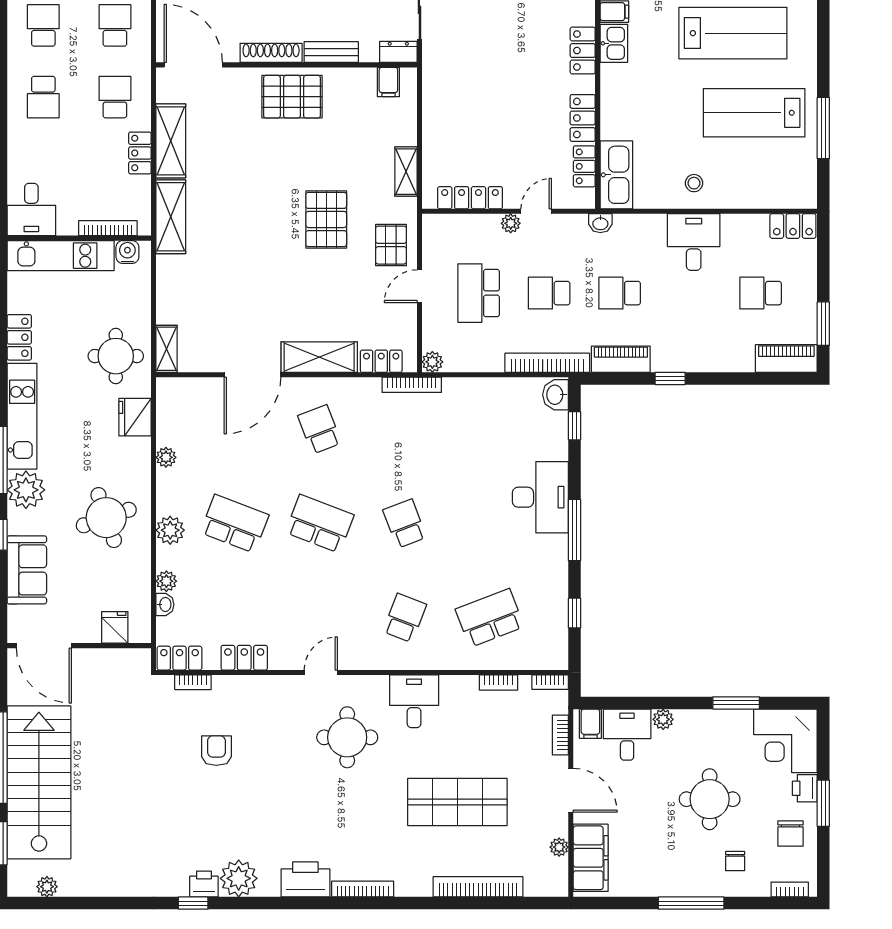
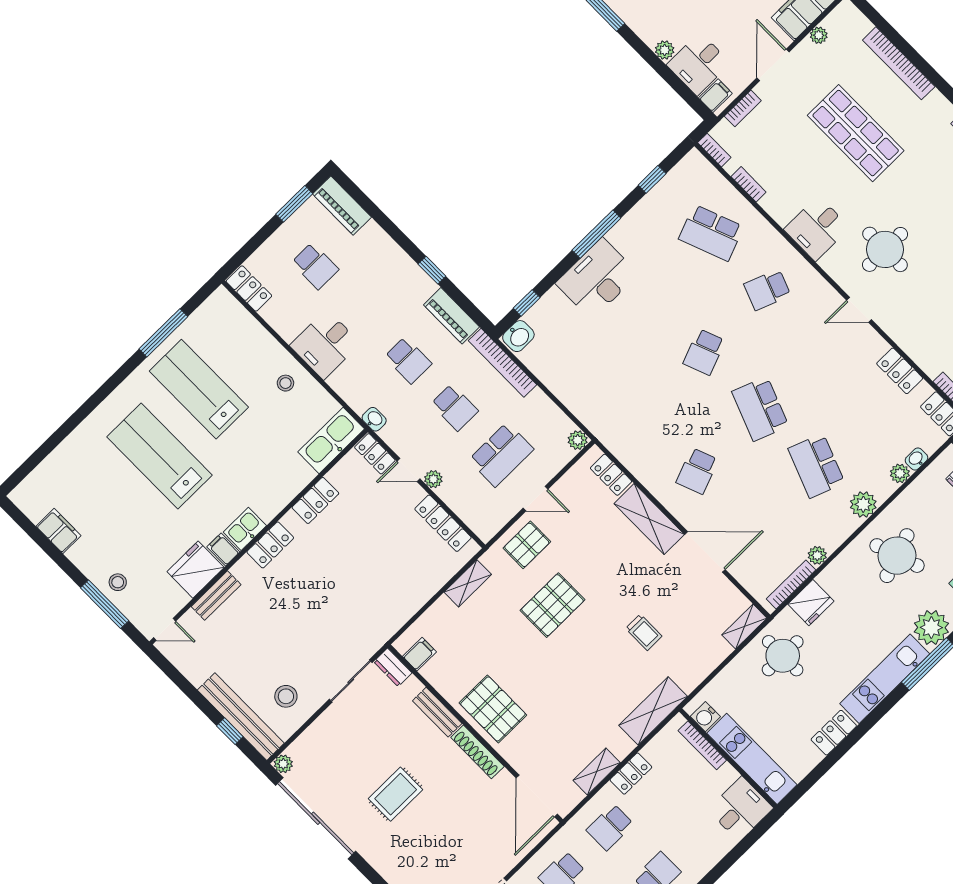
lab bench: (754, 113) -> (199, 389), turned 180
shelving: (171, 141) -> (597, 772), width x0.67, depth x0.75
locker: (584, 166) -> (375, 454), moved, turned 90
trolley: (237, 268) -> (644, 632), added
bookcase: (412, 385) -> (791, 584), moved, turned -90

